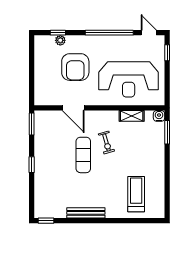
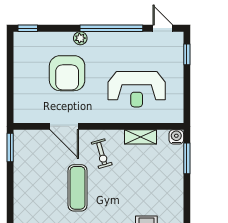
window: (58, 33) -> (28, 28), moved
plant: (60, 40) -> (80, 38), moved
reception desk: (129, 79) -> (137, 89), width x0.74, depth x0.77
exercise bike: (106, 142) -> (102, 154), moved
window: (32, 165) -> (10, 201), removed

